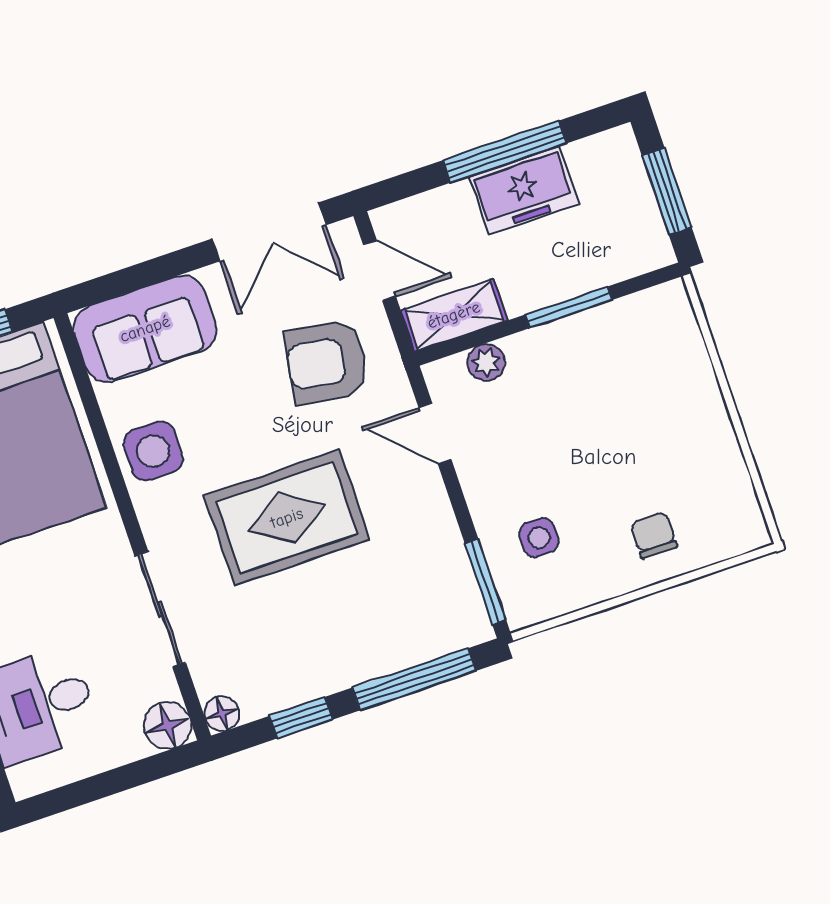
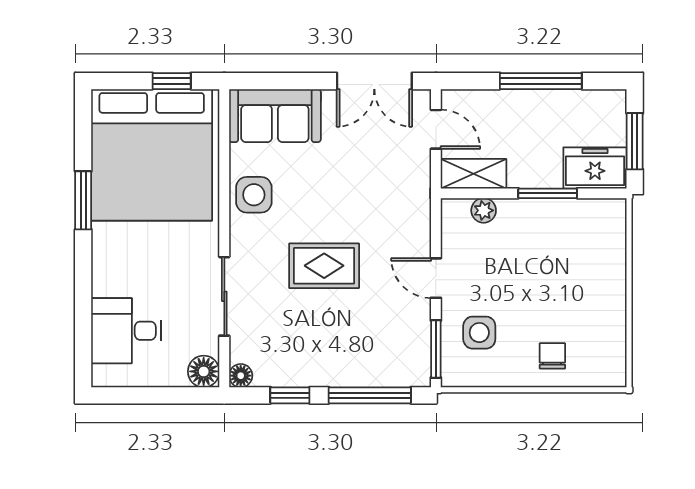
freezer: (524, 190) -> (595, 168), moved, turned 180
armchair: (327, 362) -> (383, 176), removed
door: (435, 434) -> (436, 278), moved
rug: (287, 518) -> (324, 266), width x0.73, depth x0.70
side table: (539, 538) -> (479, 333), width x1.37, depth x1.37

